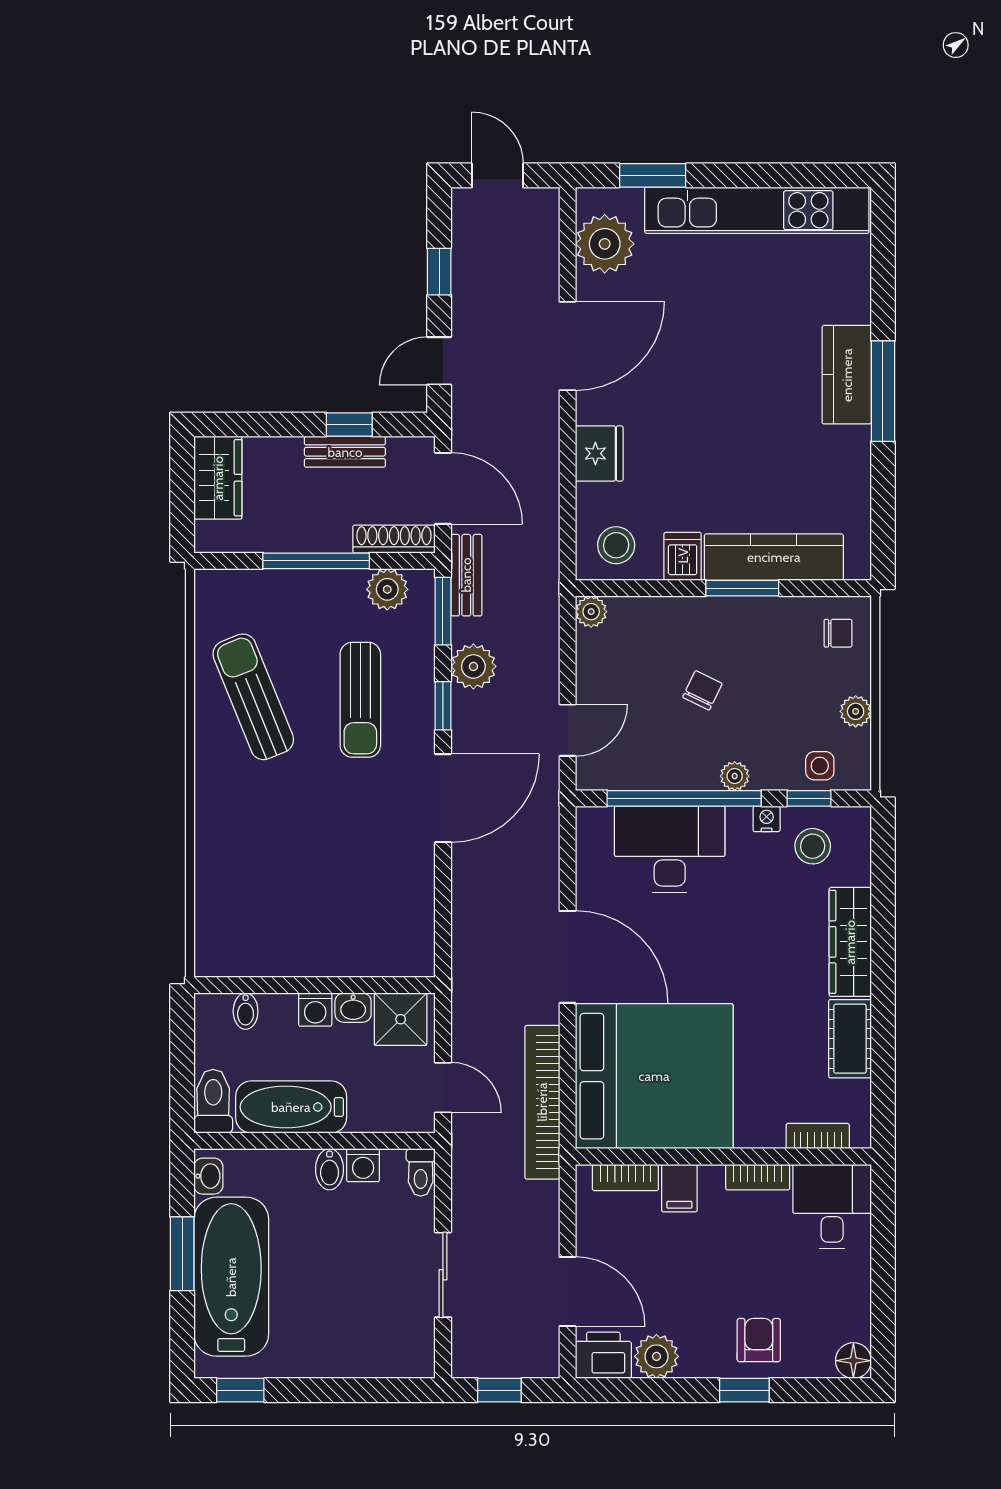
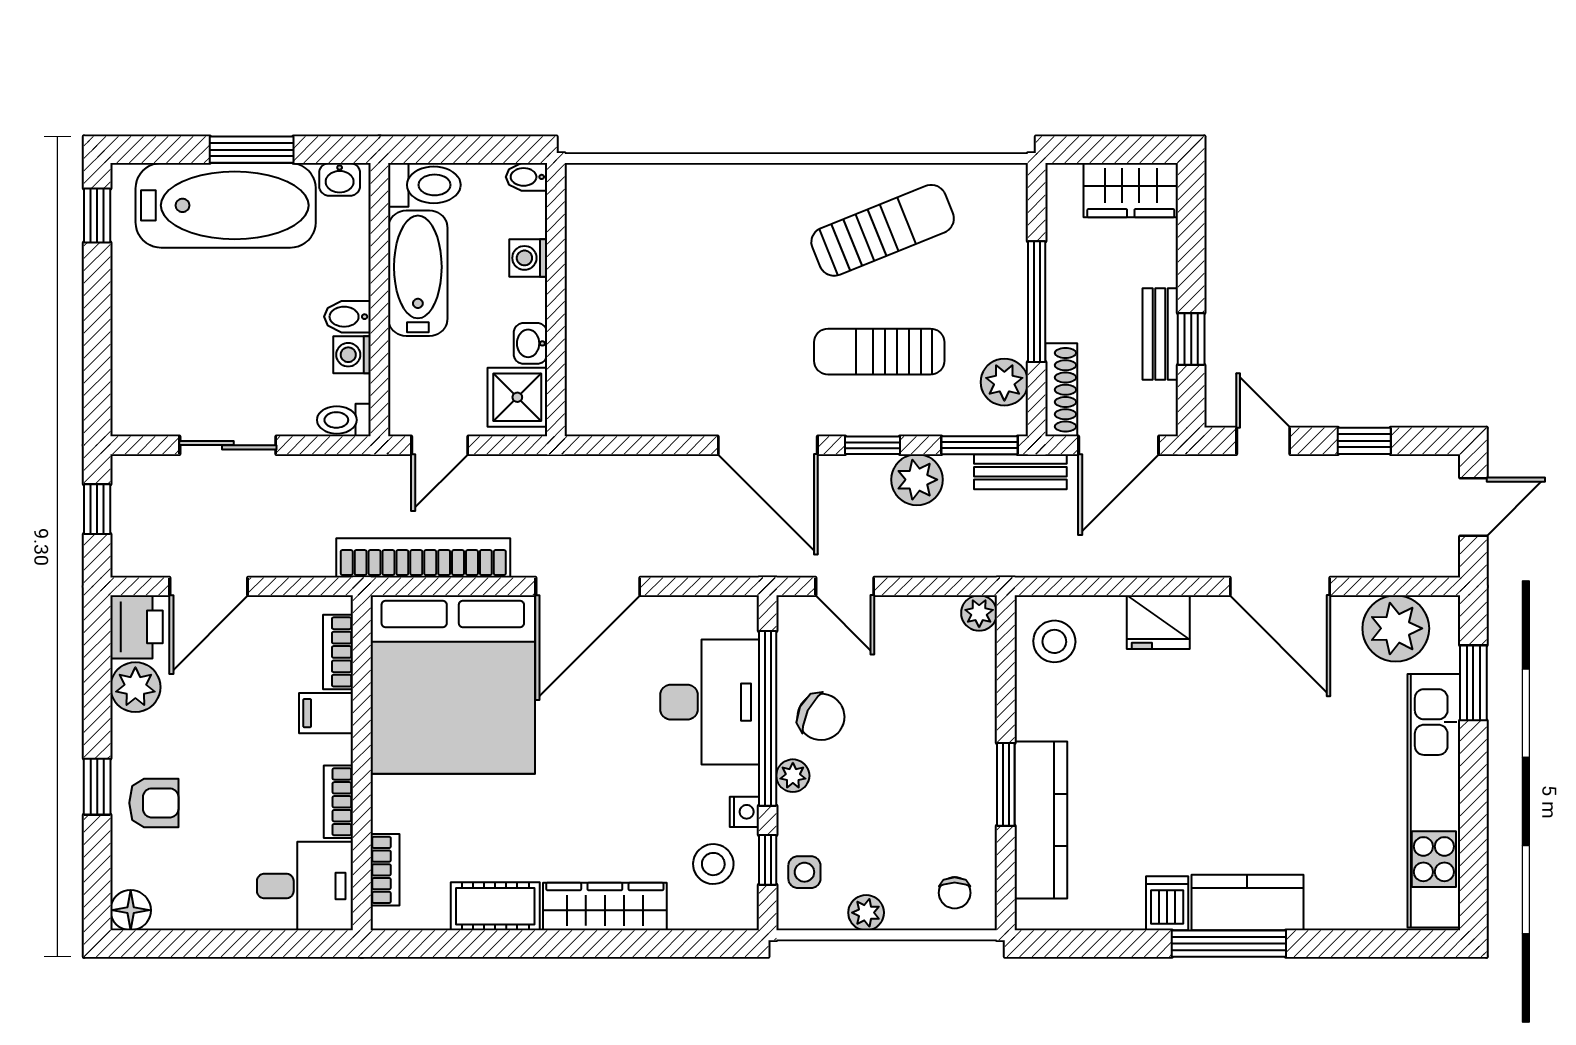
dishwasher: (683, 556) -> (1167, 903), moved, turned -90
chair: (702, 690) -> (821, 717), moved, width x1.37, depth x1.37
washing machine: (315, 1010) -> (528, 258), moved
bidet: (246, 1011) -> (526, 177), moved

